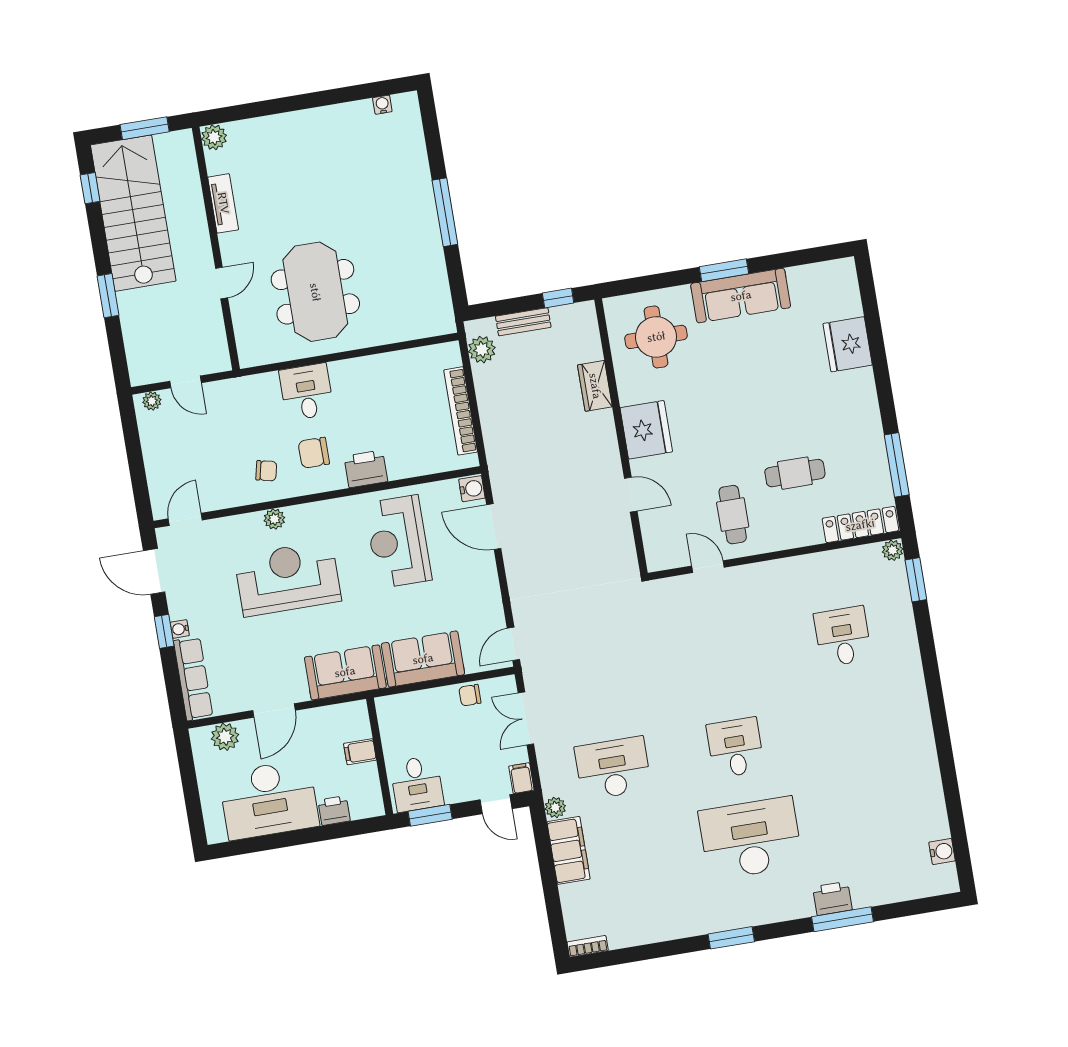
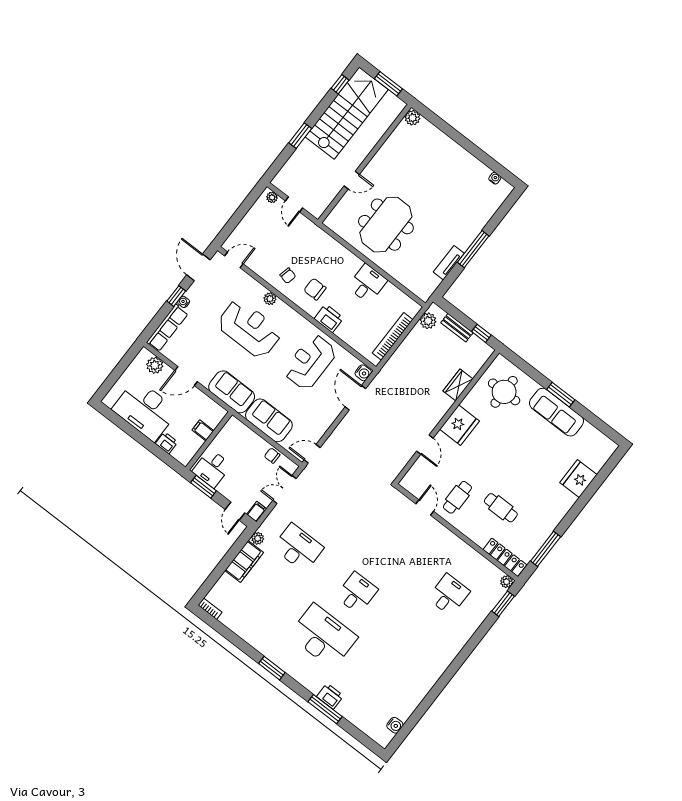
tv unit: (223, 203) -> (449, 263), moved, turned 180
desk: (307, 392) -> (367, 284), moved

